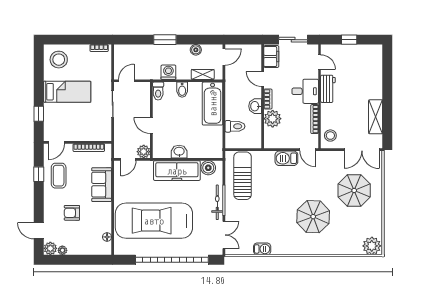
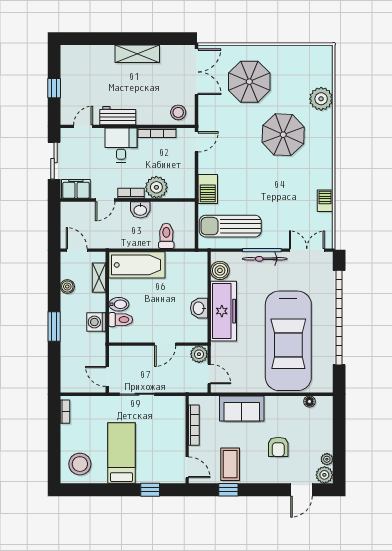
toilet: (158, 91) -> (121, 320), moved
shelving: (376, 117) -> (137, 54), moved
barbecue: (286, 158) -> (208, 189), moved
coffee table: (59, 176) -> (230, 464), turned 90
plant: (372, 246) -> (321, 99), moved

